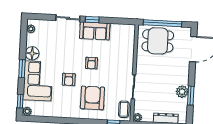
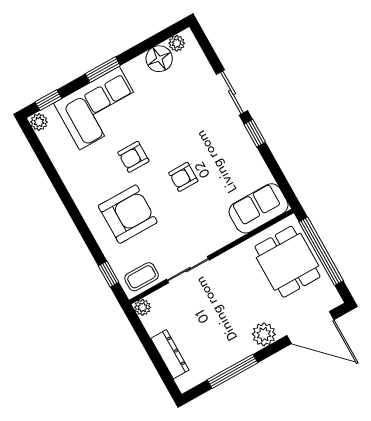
sofa: (95, 31) -> (258, 208), moved, turned 90
floor lamp: (32, 53) -> (159, 59), moved
plant: (182, 92) -> (264, 334), moved
window: (191, 96) -> (232, 371), width x1.44

